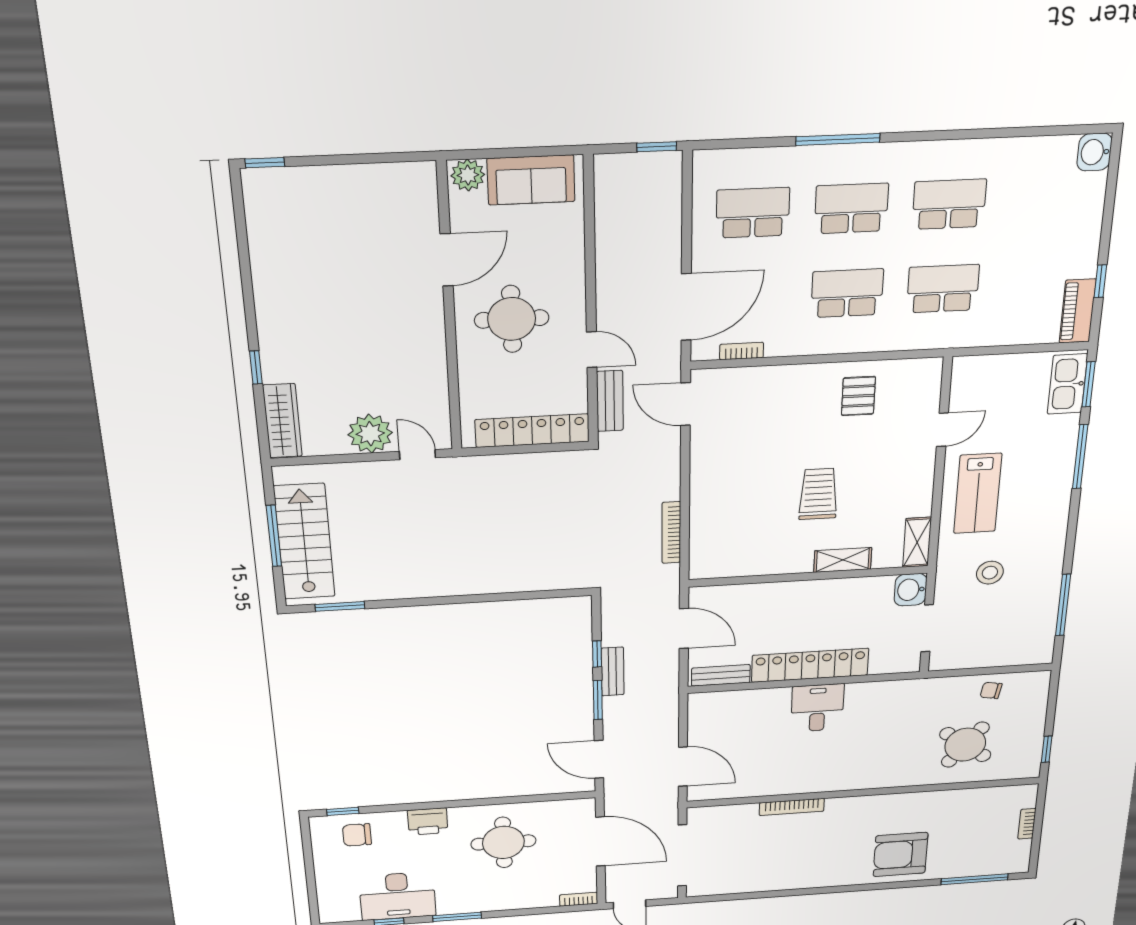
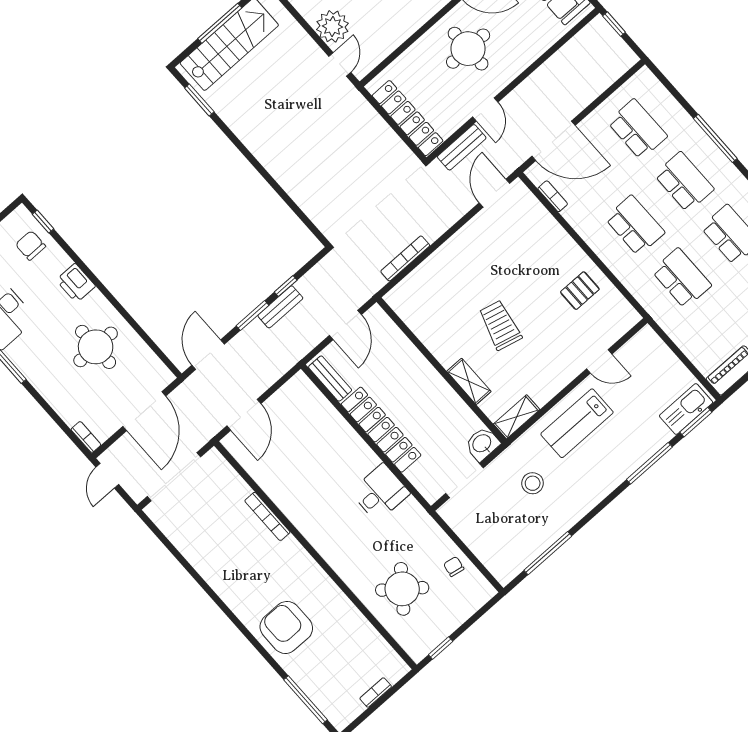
window: (657, 147) -> (614, 24), moved
trolley: (818, 494) -> (500, 325), turned -76
desk: (817, 708) -> (380, 493), moved

